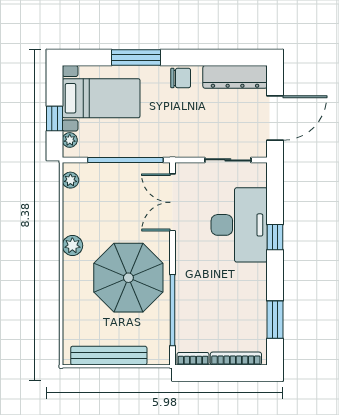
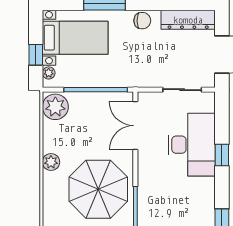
plant: (70, 180) -> (55, 107), width x1.87, depth x1.87

